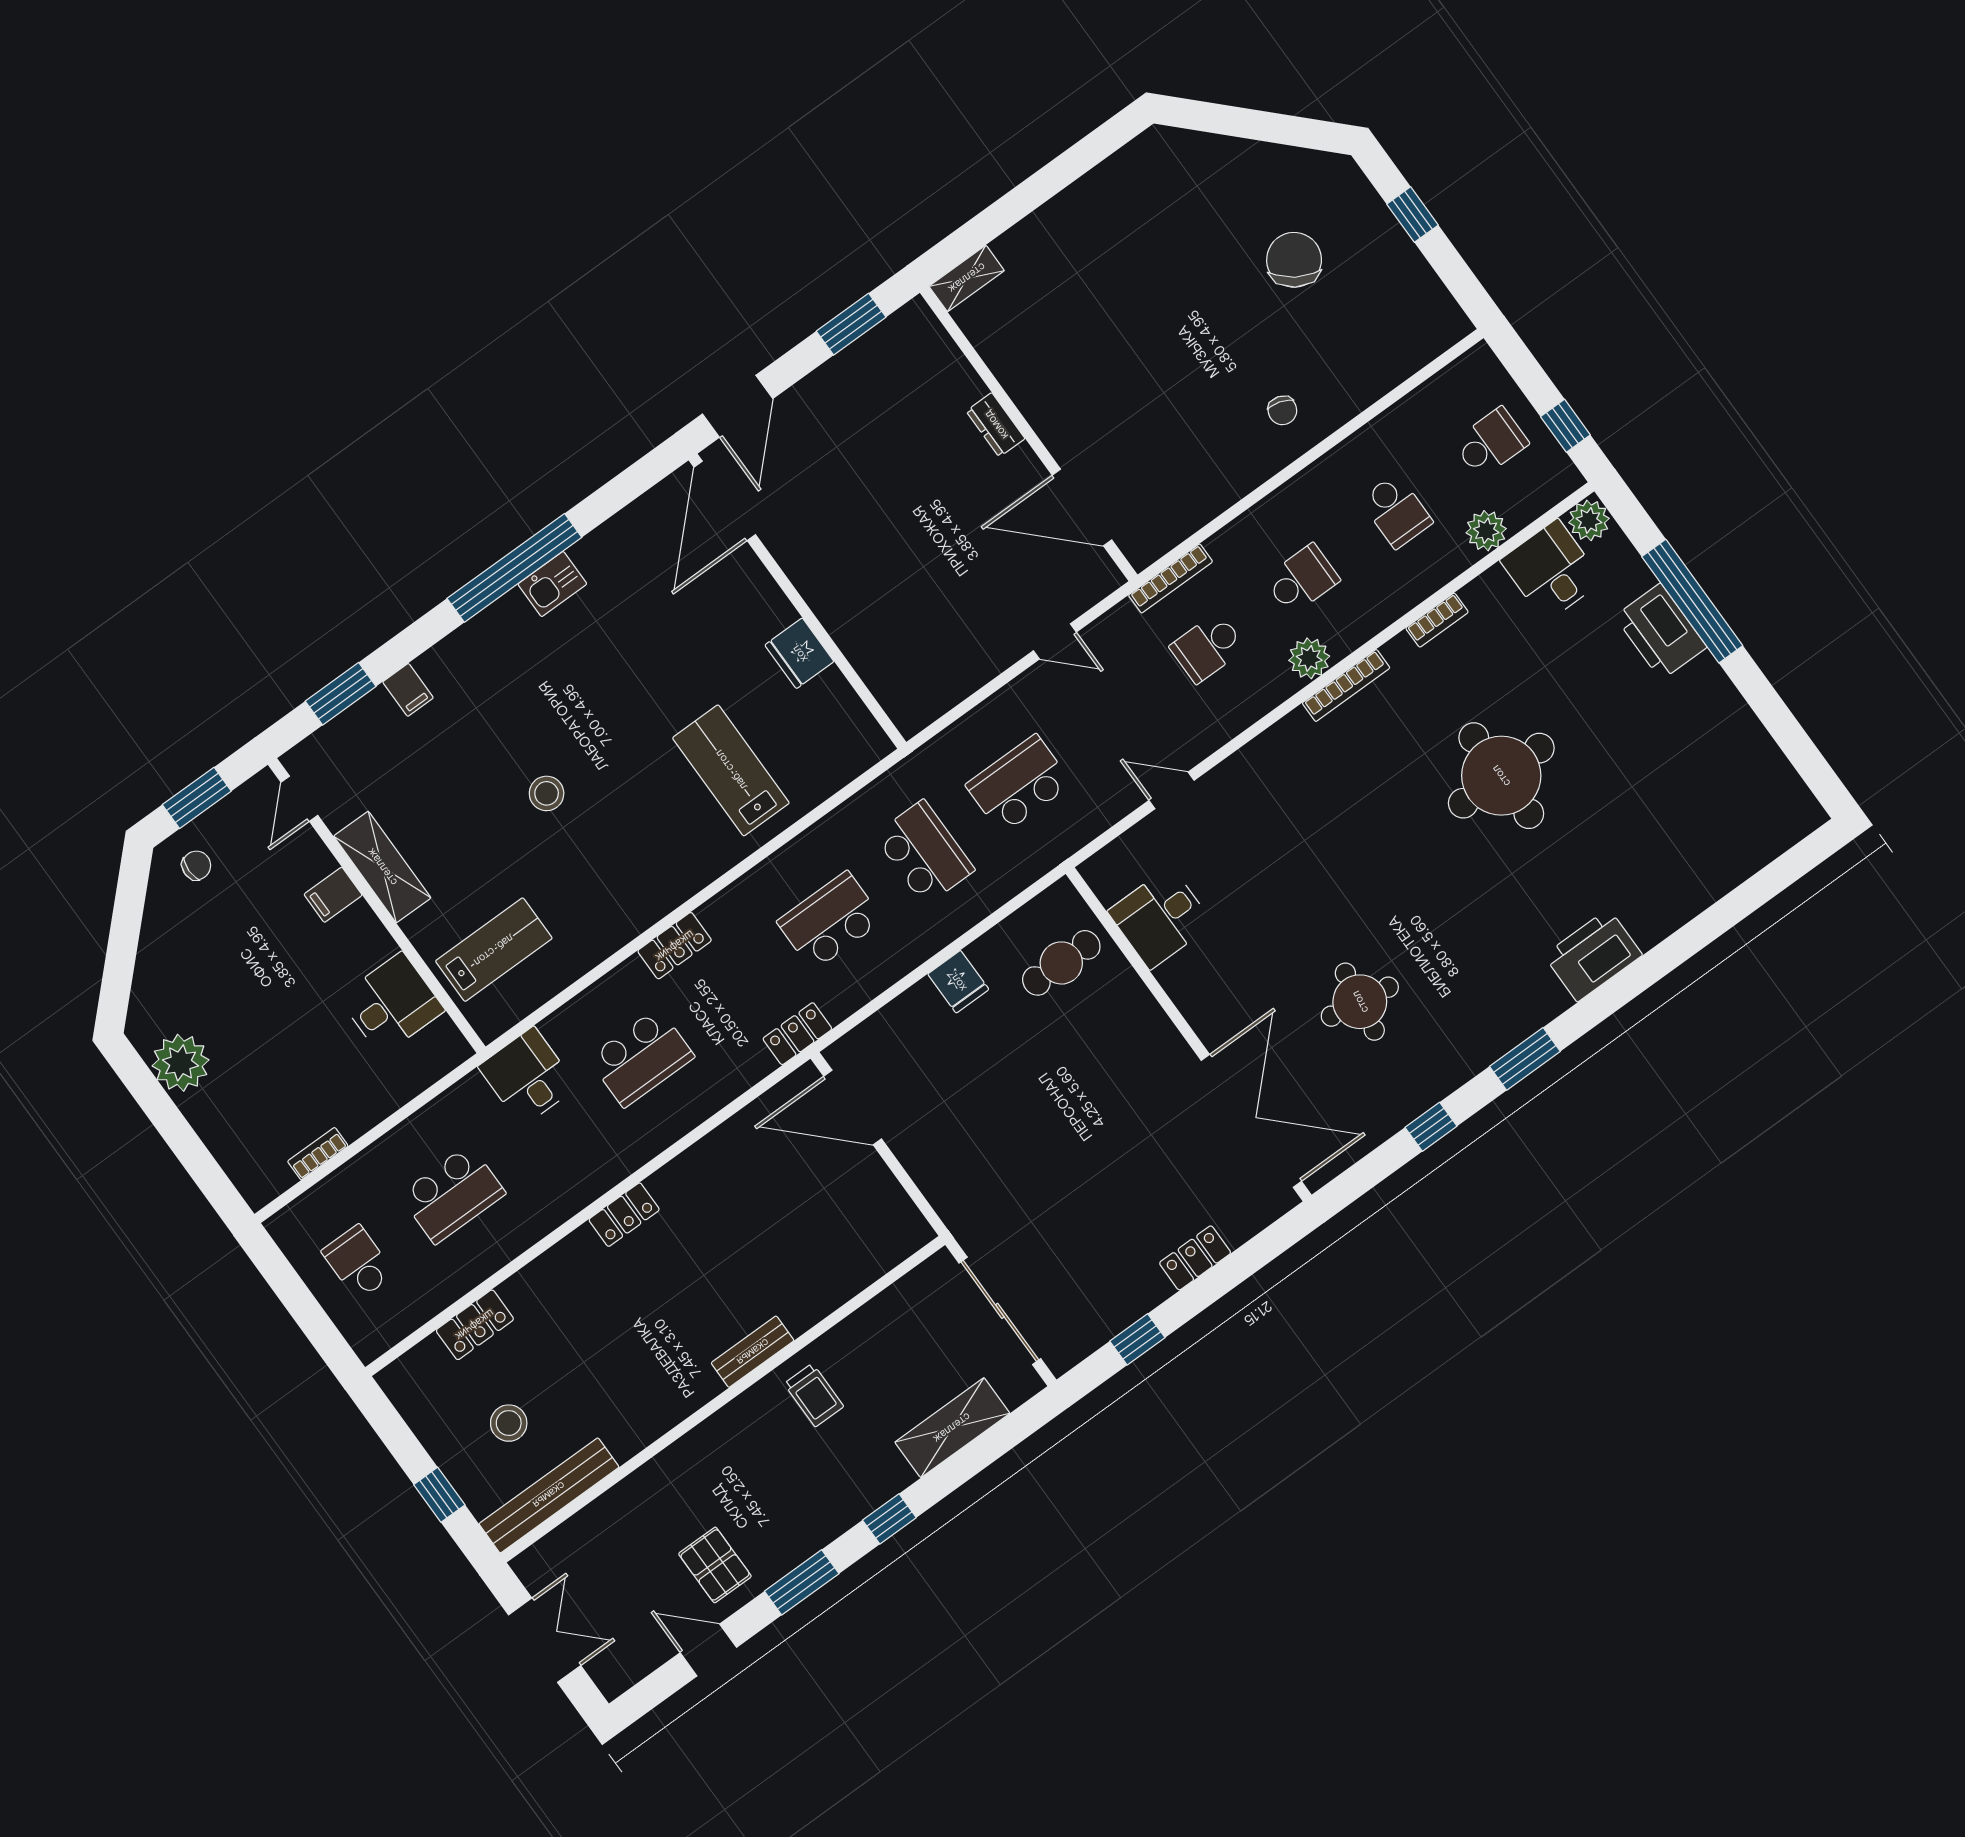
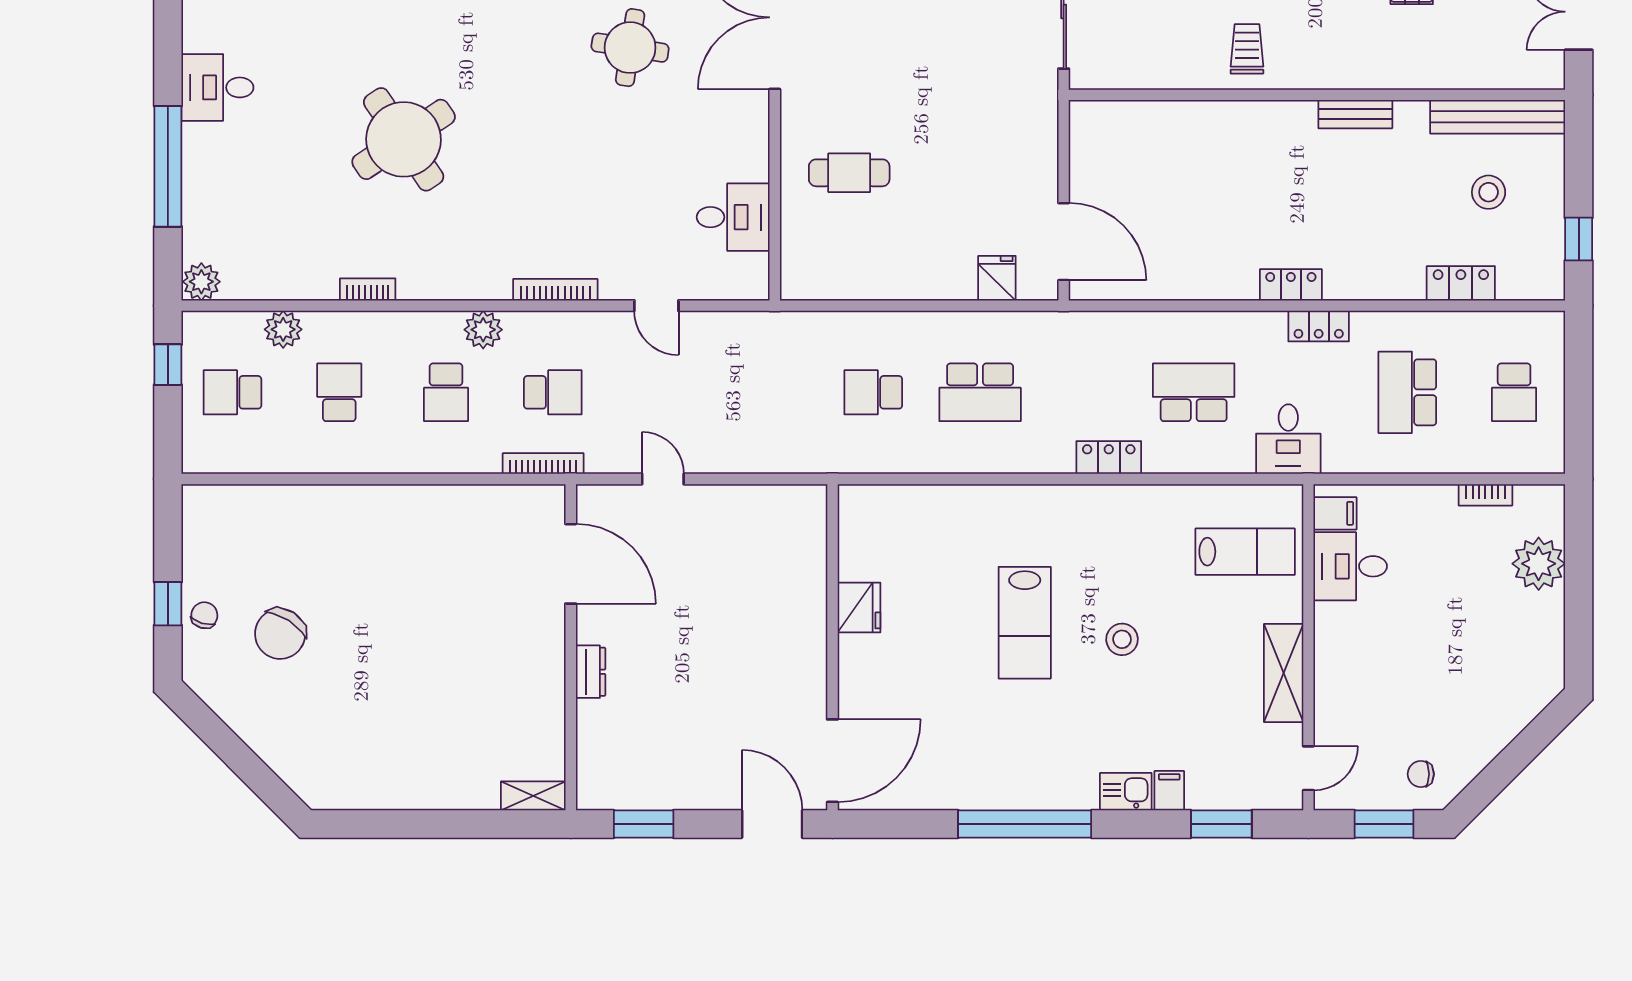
door: (738, 406) -> (772, 824), hinge flipped
chair: (1282, 410) -> (204, 615), moved
desk: (1551, 571) -> (217, 87), moved, turned 90
school desk: (1302, 579) -> (446, 392), turned -90
kitchen sink: (552, 584) -> (1126, 792), moved
printer: (1661, 632) -> (208, 161), removed
bookcase: (1346, 685) -> (555, 290), moved
lab bench: (731, 770) -> (1025, 623), moved
round table: (1501, 776) -> (404, 139), turned -34
school desk: (1019, 784) -> (766, 392), removed
school desk: (924, 853) -> (873, 392), width x0.54
filing cabinet: (333, 895) -> (1335, 513), moved
lab bench: (494, 950) -> (1245, 552), turned 180
cafe table: (1061, 963) -> (849, 173), moved
fridge: (958, 982) -> (997, 278), moved
locker: (797, 1034) -> (1319, 326), moved
plant: (181, 1063) -> (1539, 564), moved
school desk: (452, 1194) -> (1407, 392), turned -90
bench: (753, 1352) -> (1355, 114), moved
window: (439, 1495) -> (1579, 239), moved

